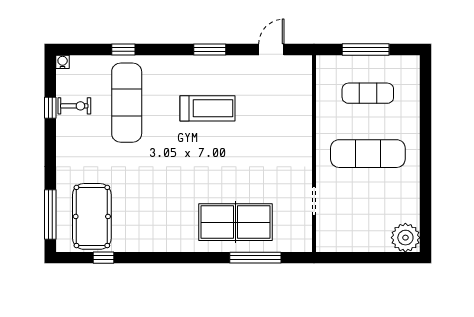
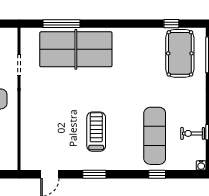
treadmill: (208, 108) -> (96, 132), turned 90
table tennis table: (236, 222) -> (76, 49), width x1.36, depth x1.32

